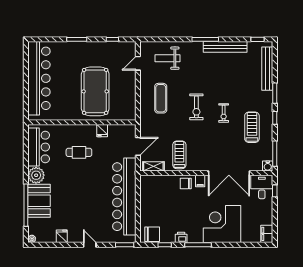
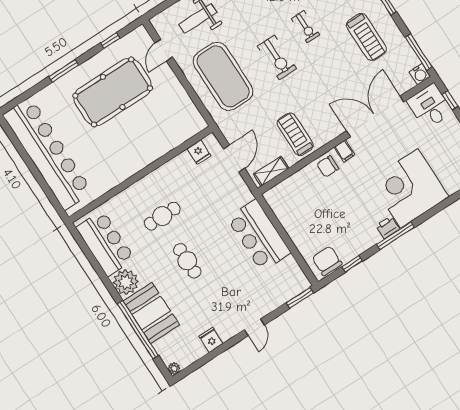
pool table: (95, 91) -> (113, 92), moved, turned 90
exercise mat: (161, 98) -> (223, 76), width x2.00, depth x1.45
exercise bike: (224, 113) -> (306, 27), moved
treadmill: (252, 127) -> (366, 37), turned 180
fridge: (102, 131) -> (199, 152), moved
double door: (229, 173) -> (375, 116), swing flipped
cafe table: (77, 185) -> (187, 261), added
bar counter: (124, 197) -> (259, 235), width x0.54
chair: (152, 234) -> (327, 261), turned -90
printer: (181, 237) -> (388, 227), moved
door: (90, 245) -> (254, 327), swing flipped

